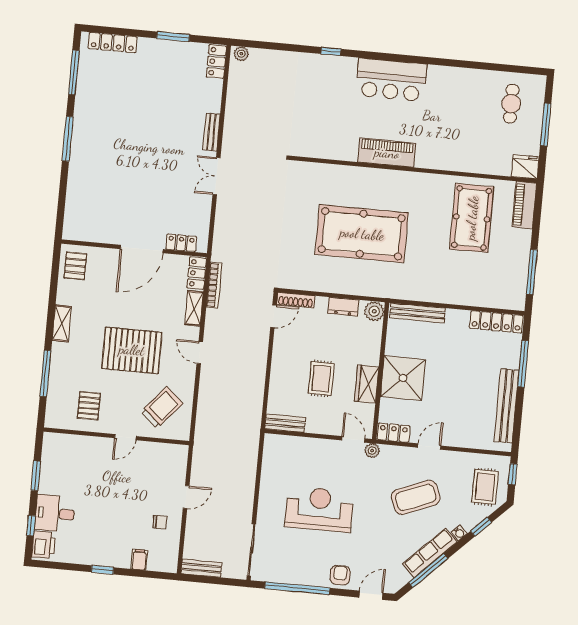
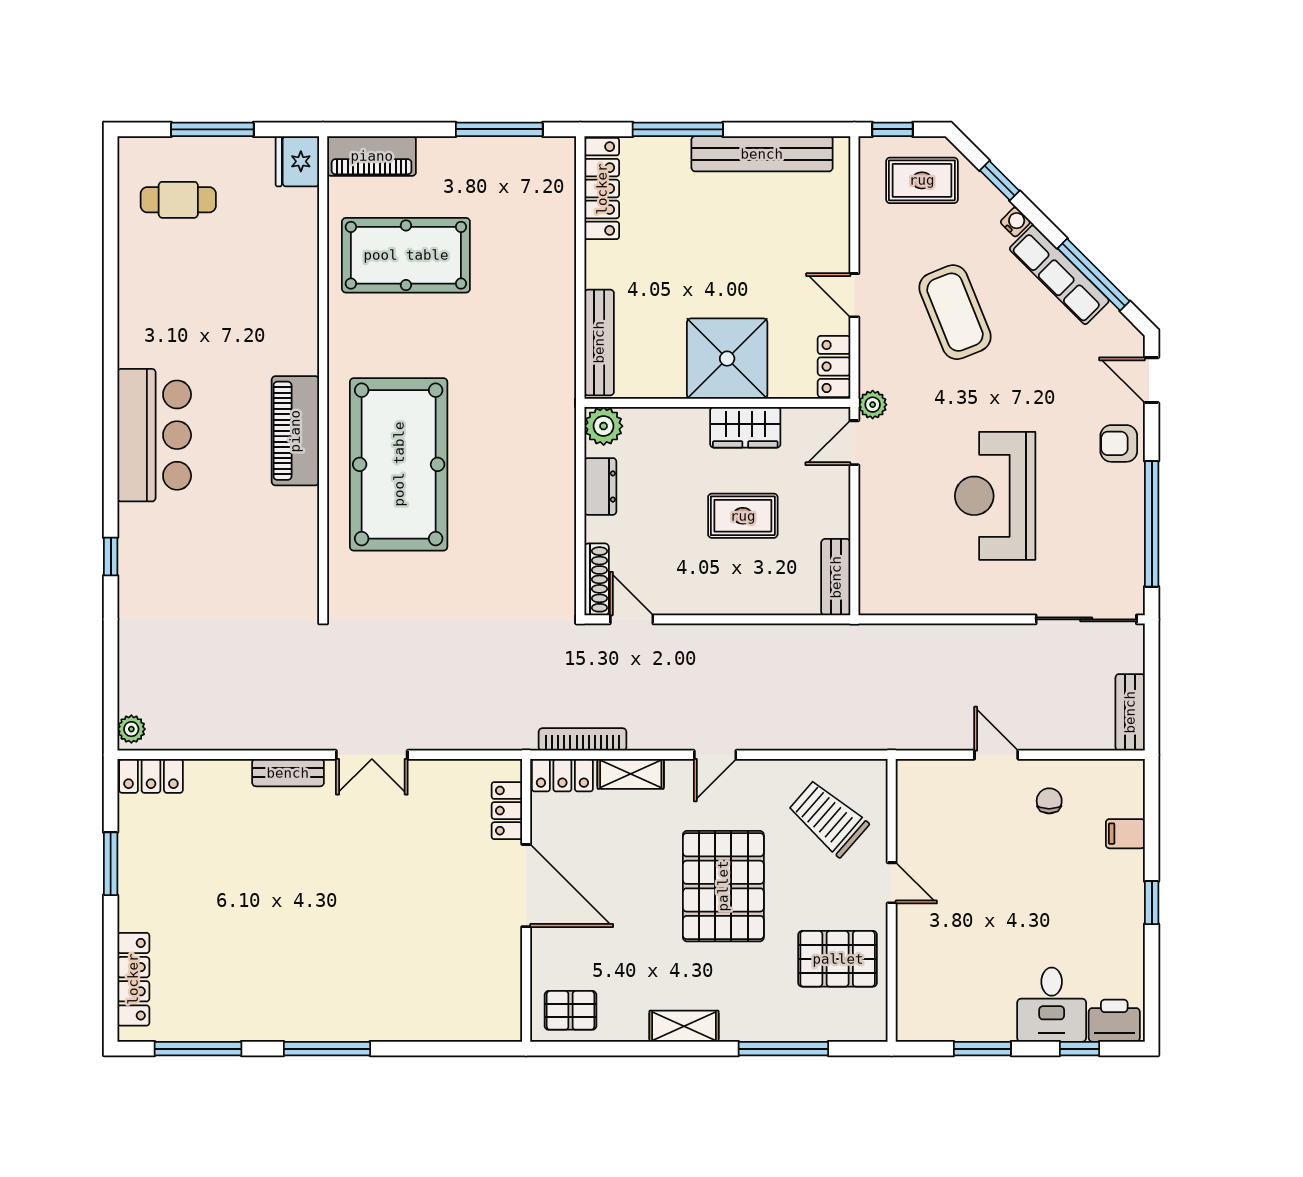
pool table: (362, 234) -> (399, 464), moved
pallet: (89, 406) -> (838, 959), width x1.50, depth x1.42

